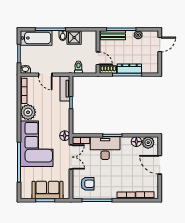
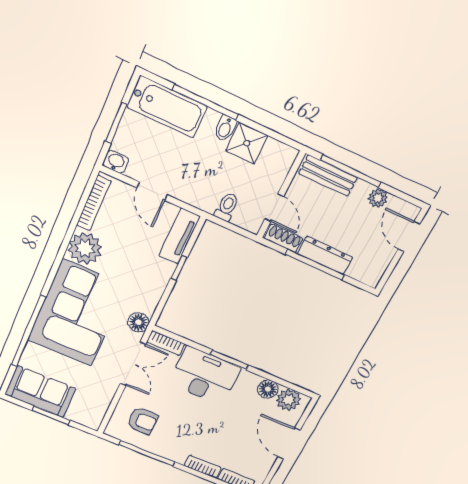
door: (160, 44) -> (409, 236), swing flipped
sofa: (47, 190) -> (40, 392), moved

